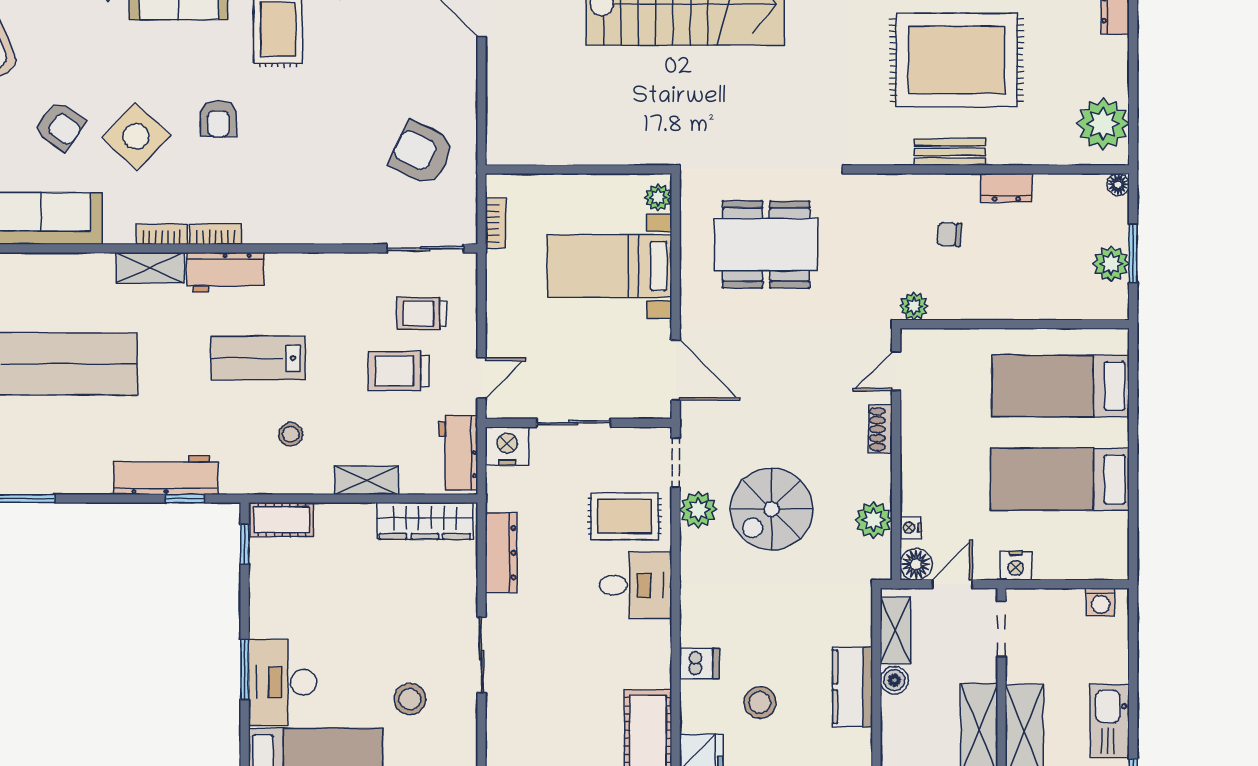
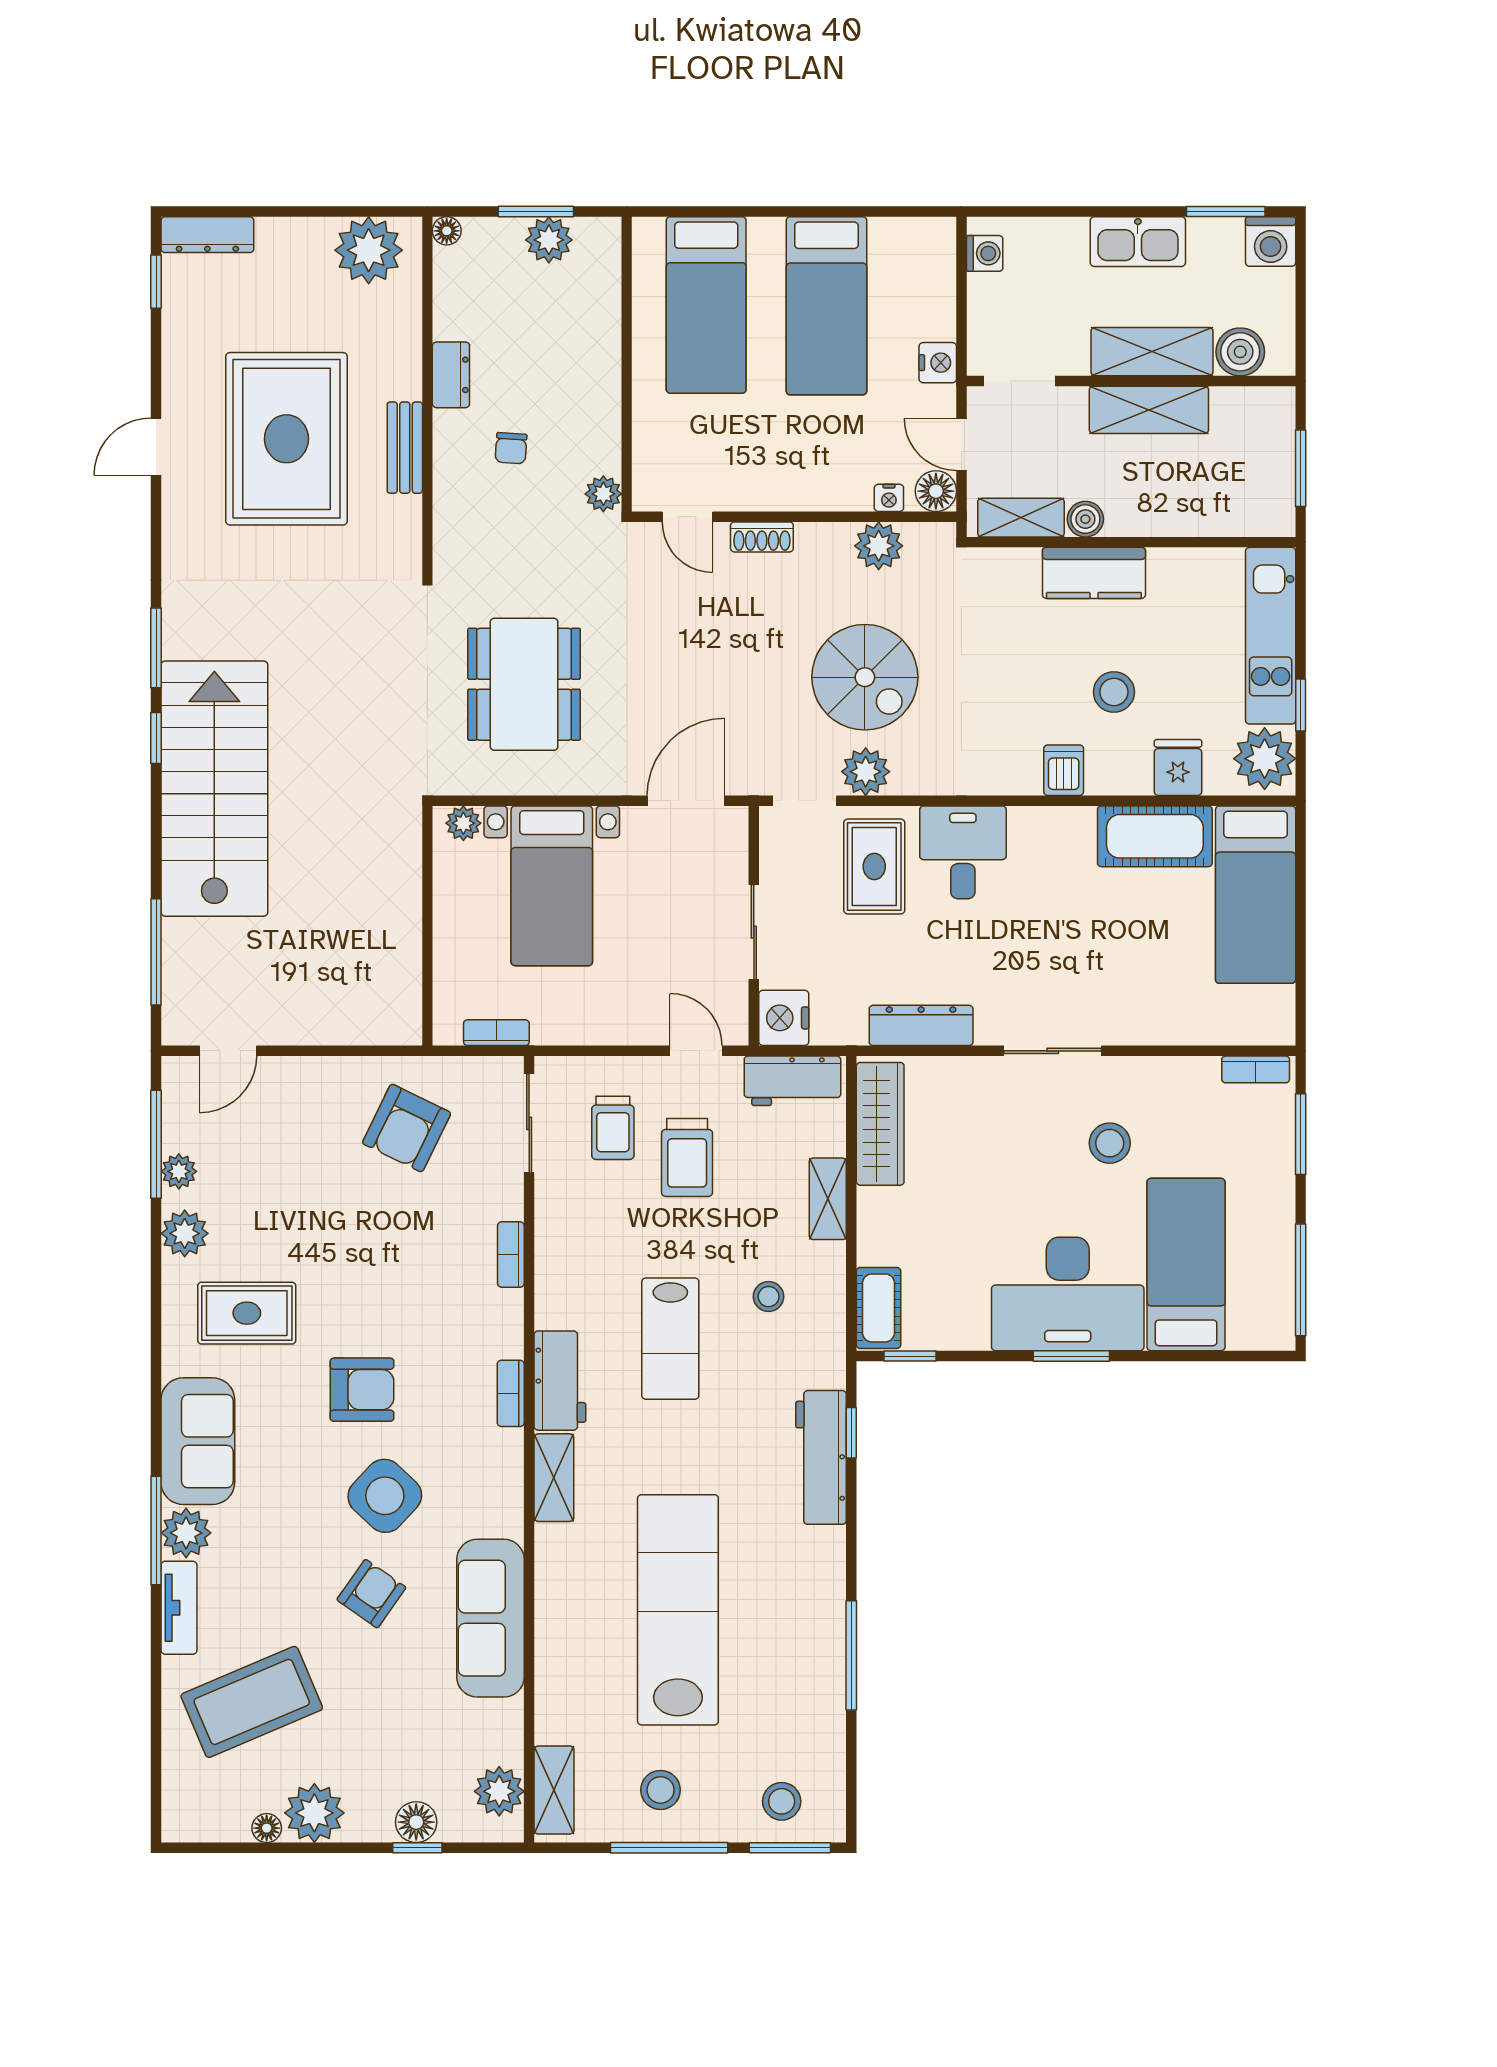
armchair: (218, 119) -> (362, 1390), width x1.38, depth x1.38
bookcase: (162, 234) -> (511, 1255), moved
desk: (283, 682) -> (1068, 1294), width x1.36, depth x1.30

